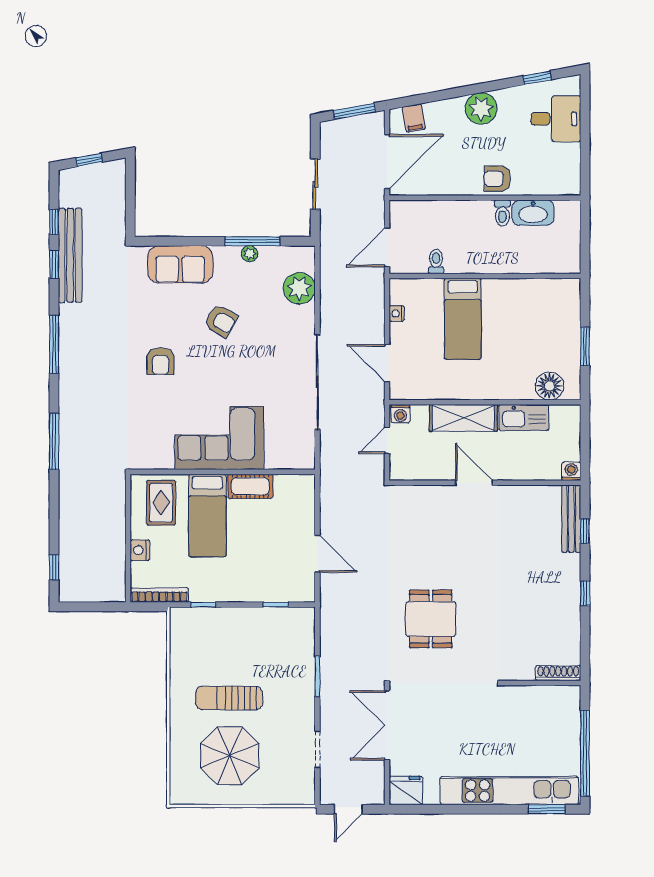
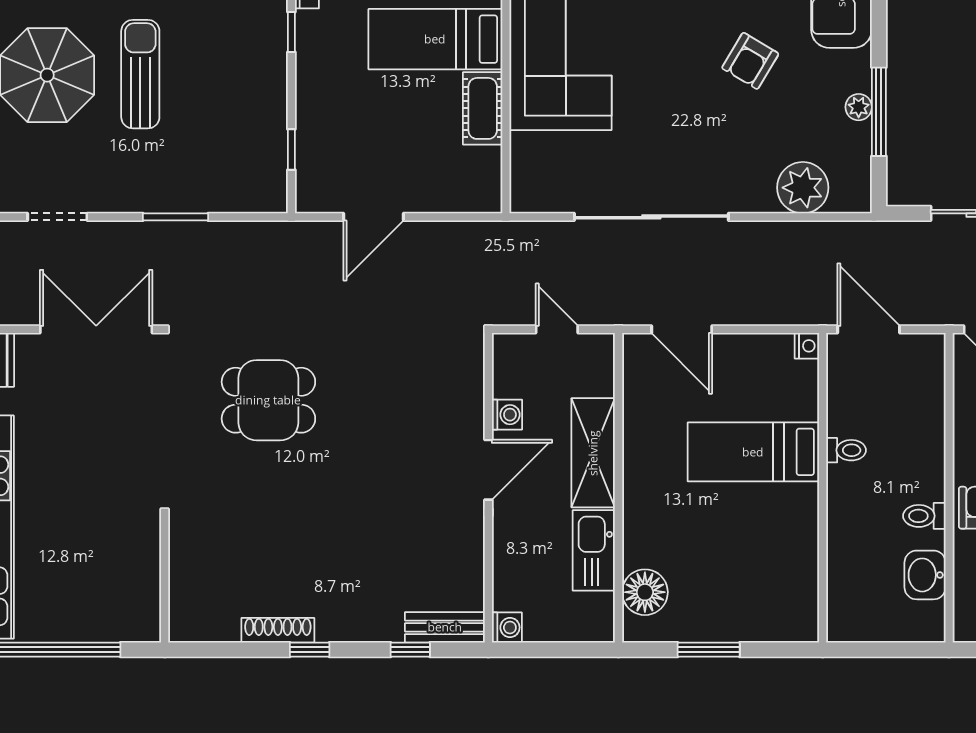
washbasin: (533, 213) -> (925, 575), width x0.72
toilet: (436, 262) -> (846, 450), moved
nightstand: (397, 313) -> (807, 346), moved, turned 90
door: (387, 363) -> (682, 329), swing flipped
washing machine: (400, 414) -> (507, 415), moved, turned 180
bench: (571, 519) -> (445, 627), width x0.73
shoe rack: (558, 673) -> (278, 630), moved, turned -90

